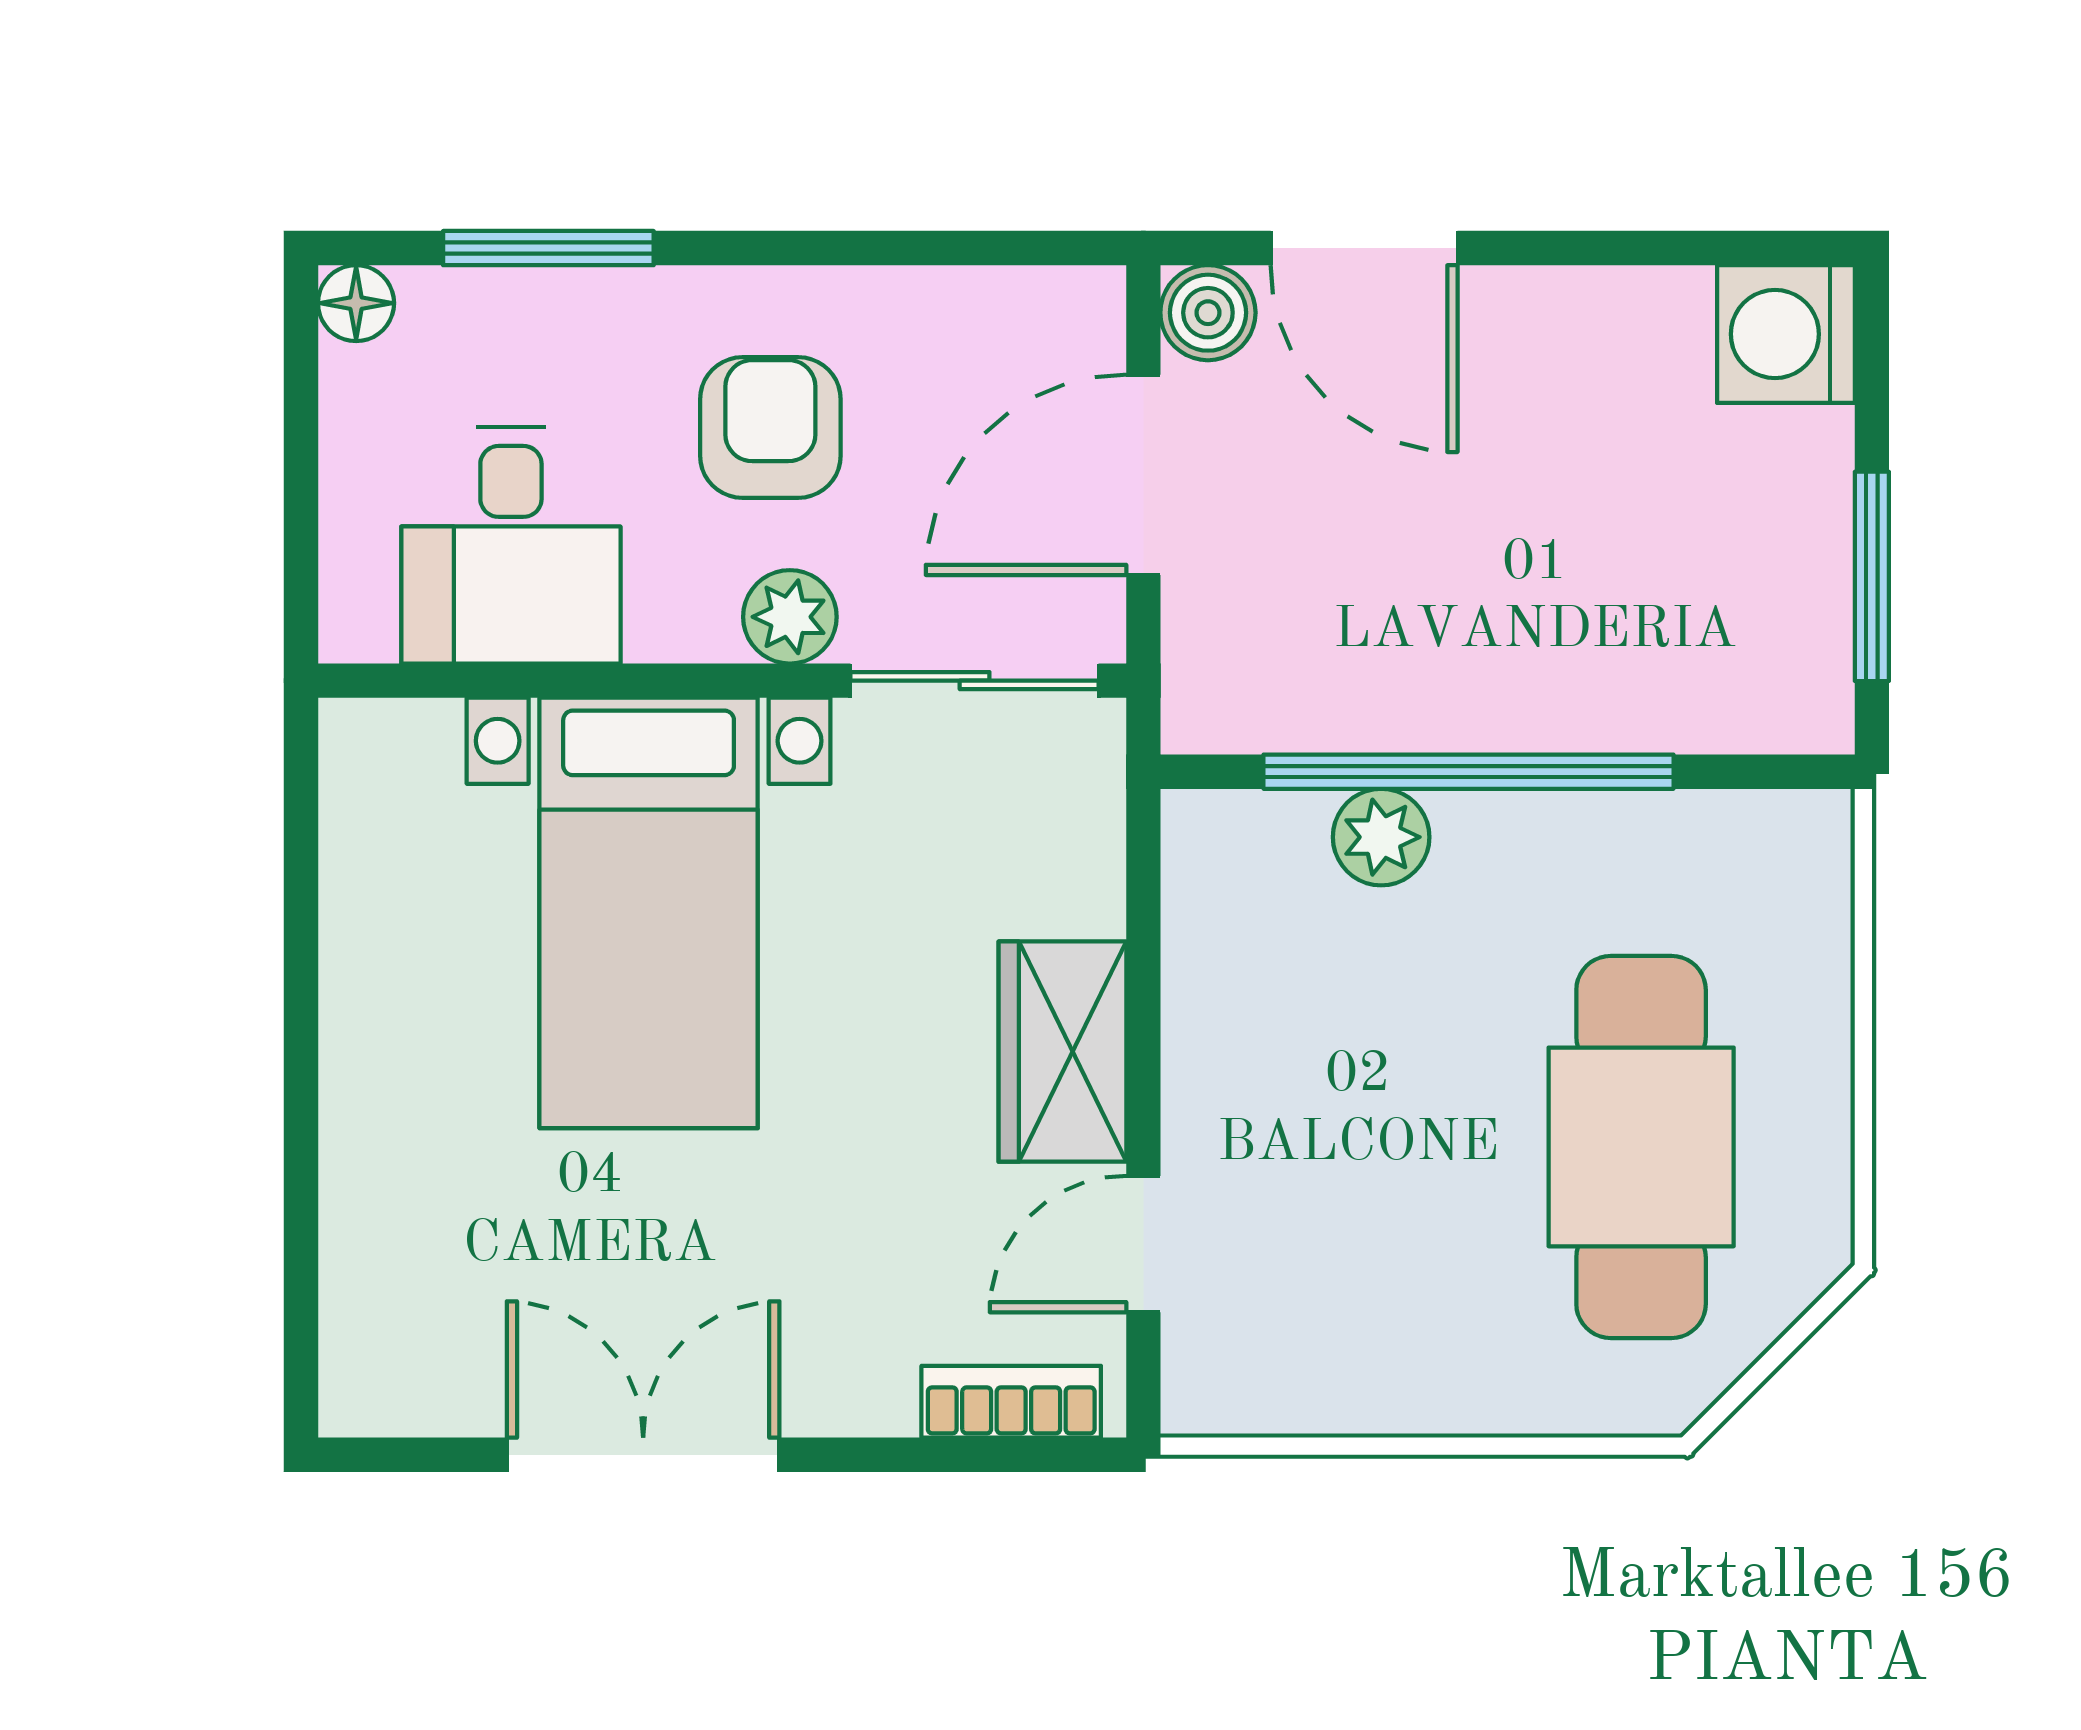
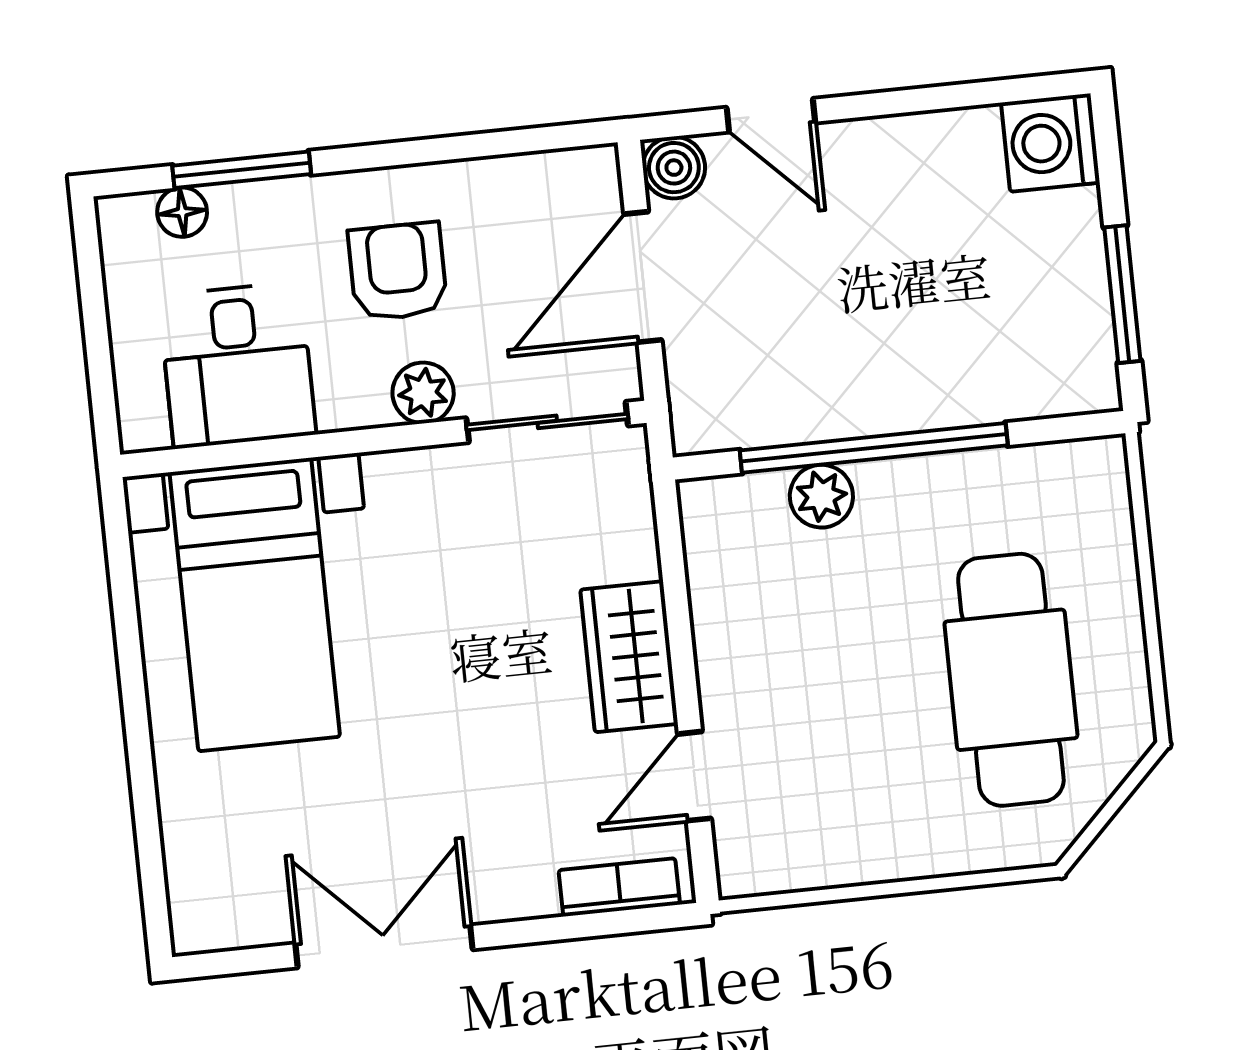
door: (1364, 248) -> (771, 115), width x0.73
floor lamp: (356, 303) -> (182, 212), moved
bed with nightstands: (649, 913) -> (255, 604), moved

